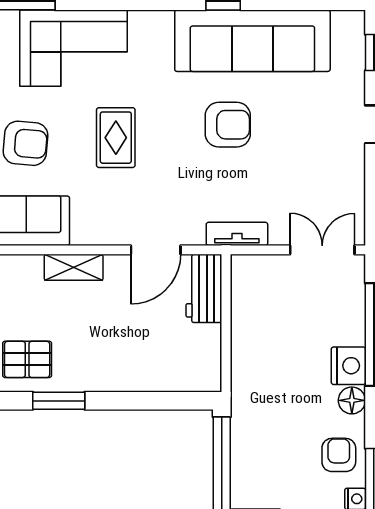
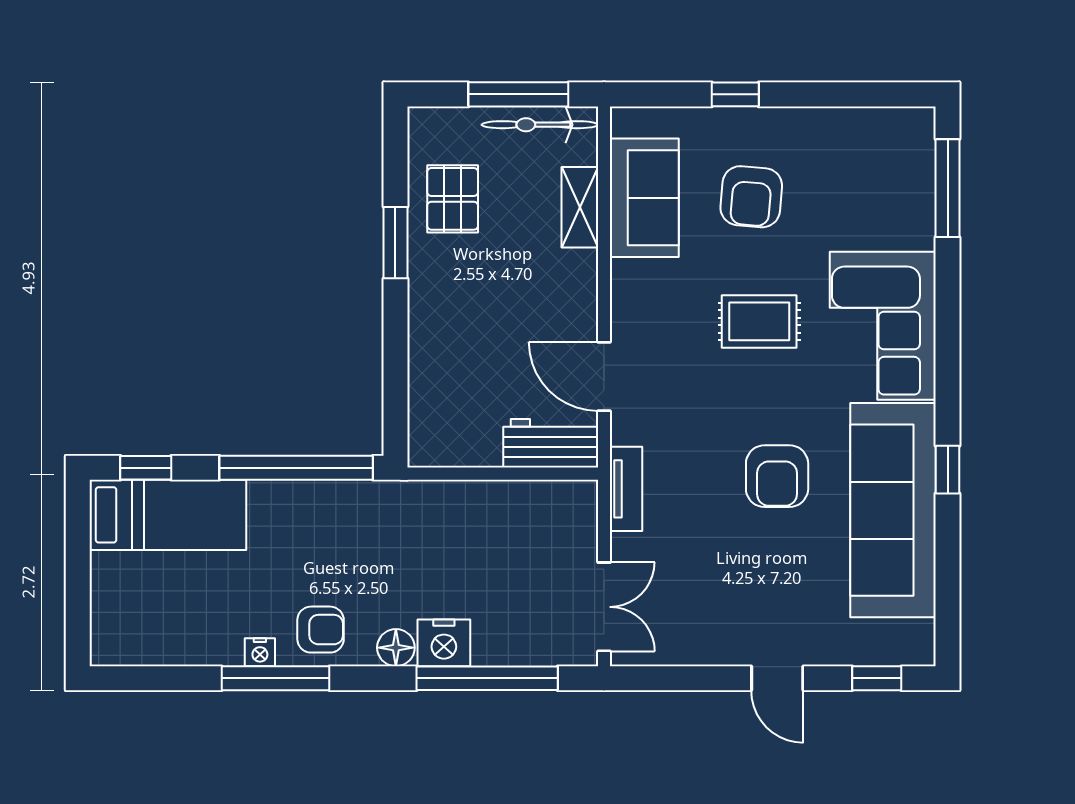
corner sofa: (73, 48) -> (883, 326), moved
shelving: (74, 267) -> (580, 207), moved

